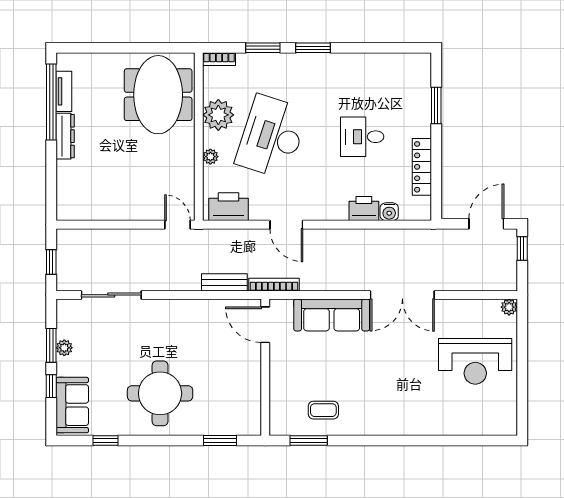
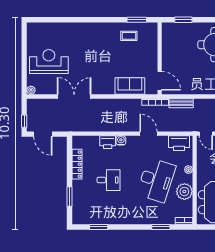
window: (313, 48) -> (99, 227), moved
water cooler: (389, 212) -> (121, 140), moved
door: (486, 224) -> (43, 134), hinge flipped
double door: (402, 295) -> (74, 97), moved
sofa: (332, 315) -> (130, 86), width x0.73

